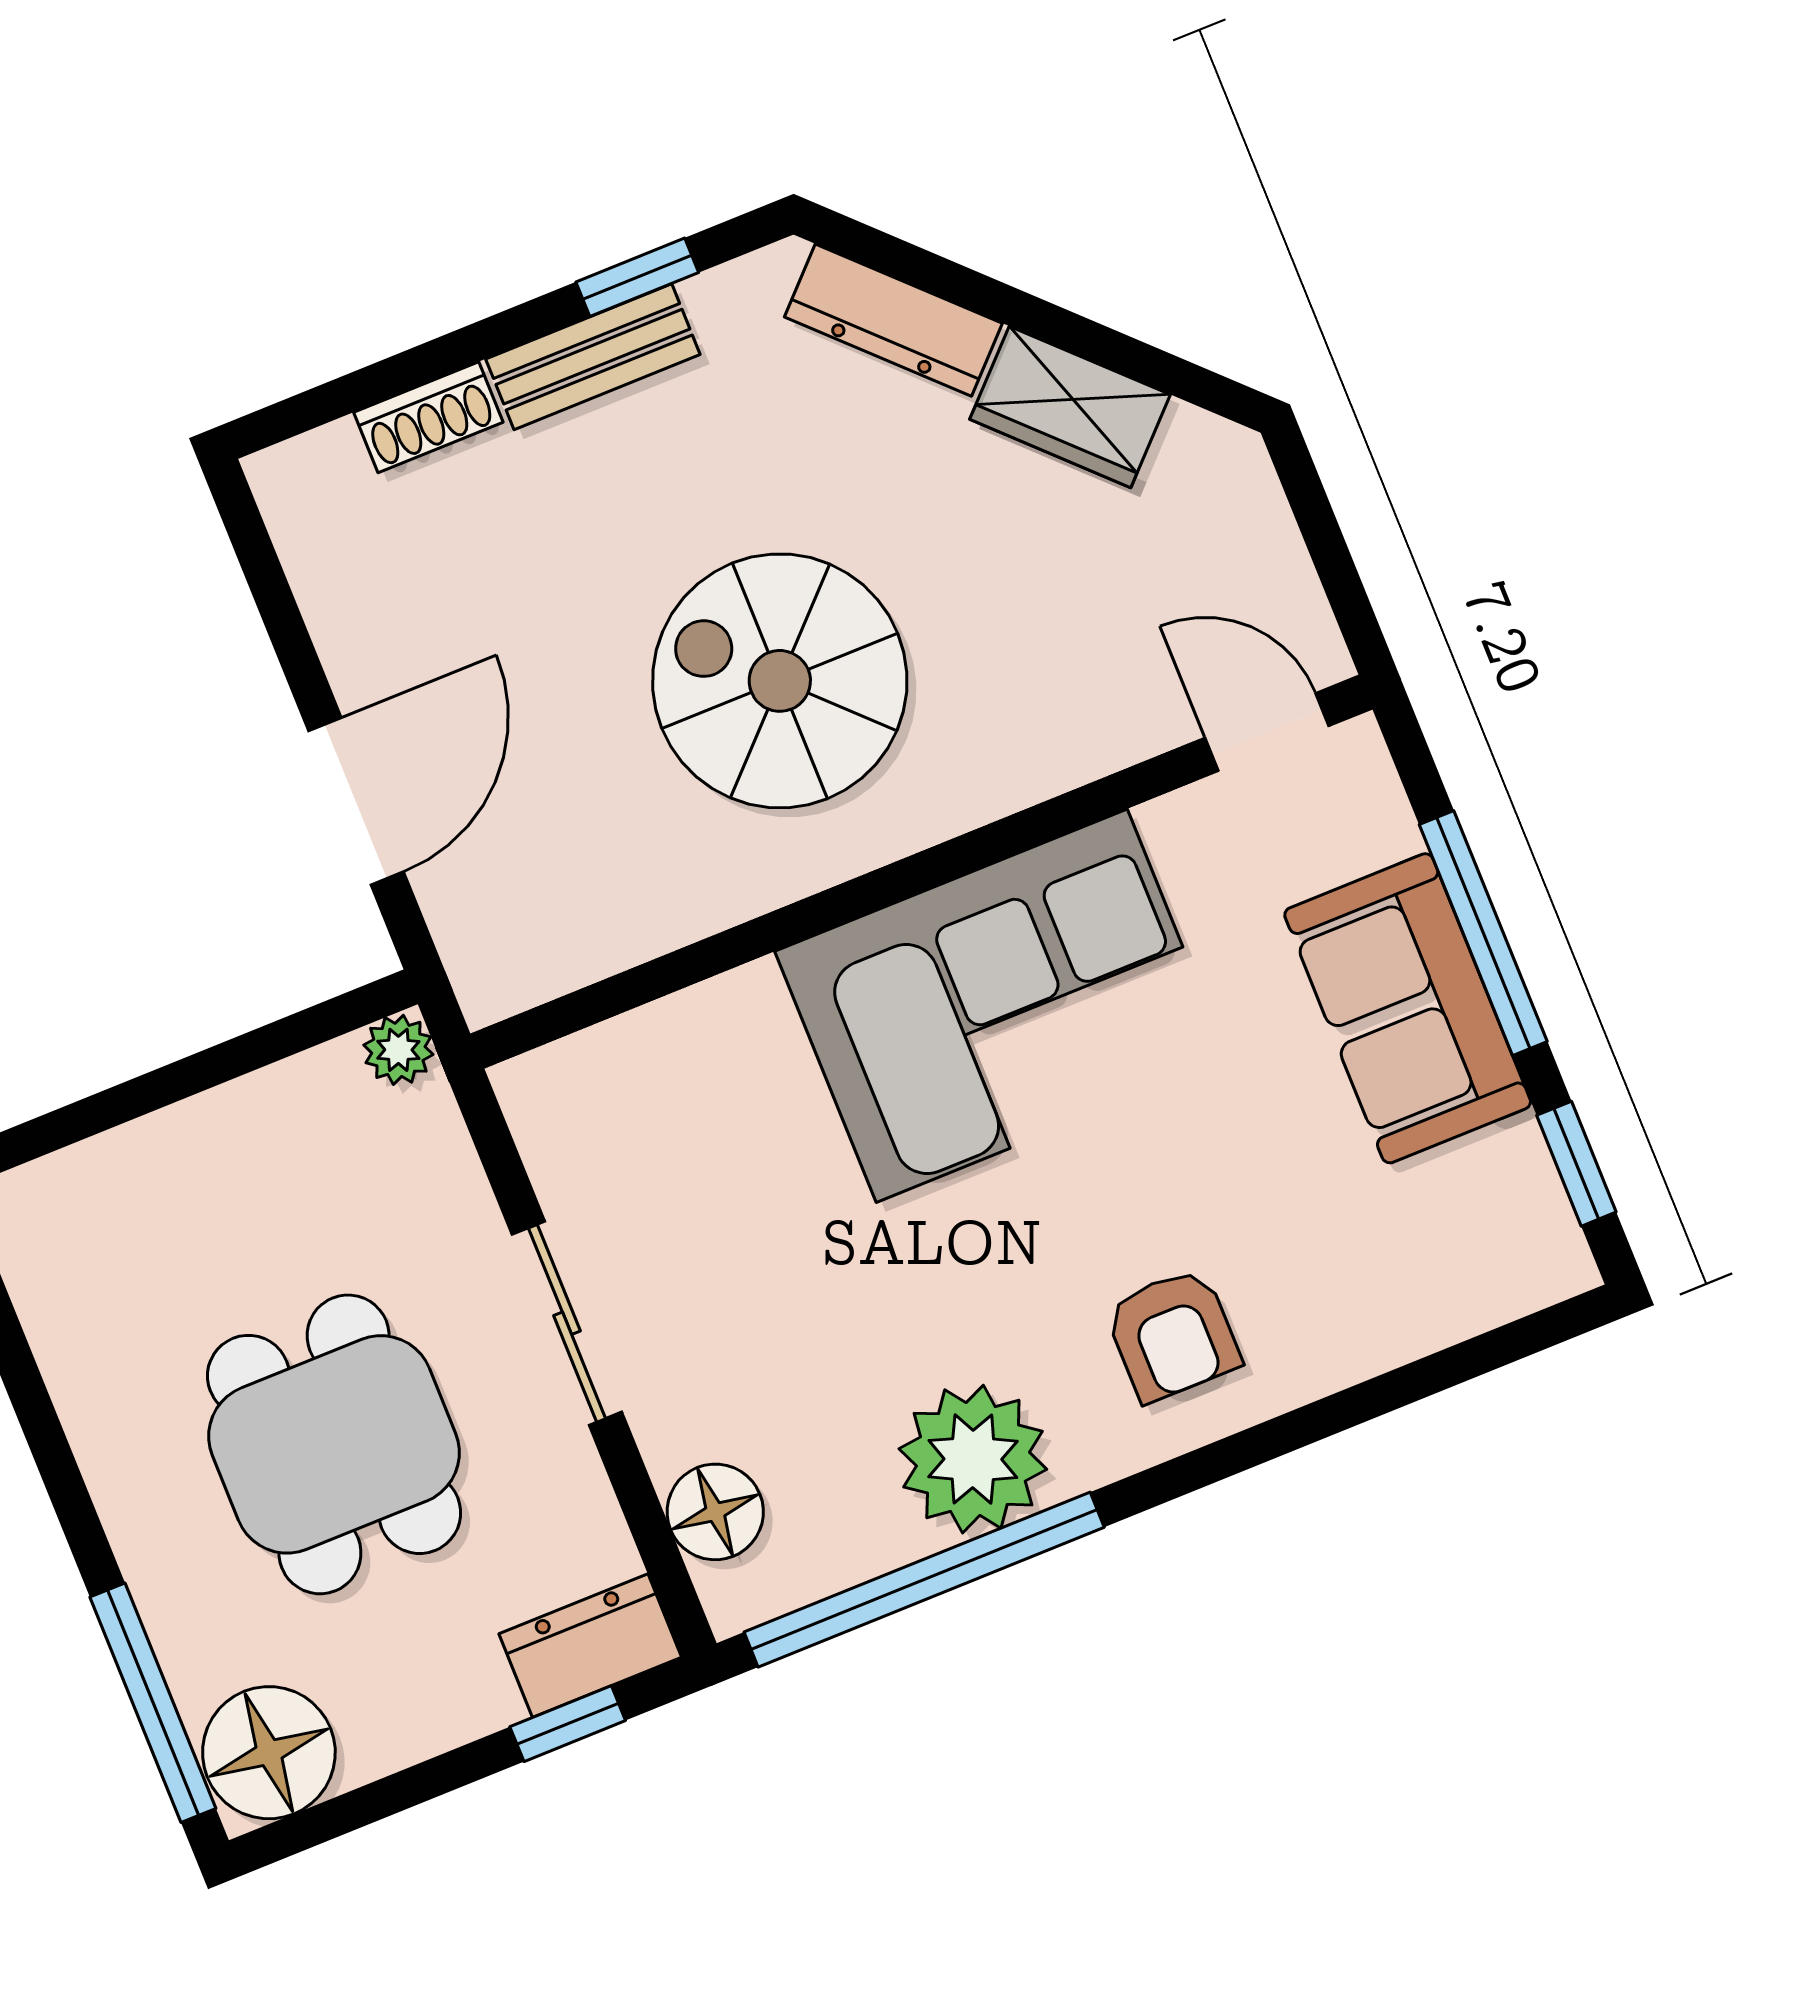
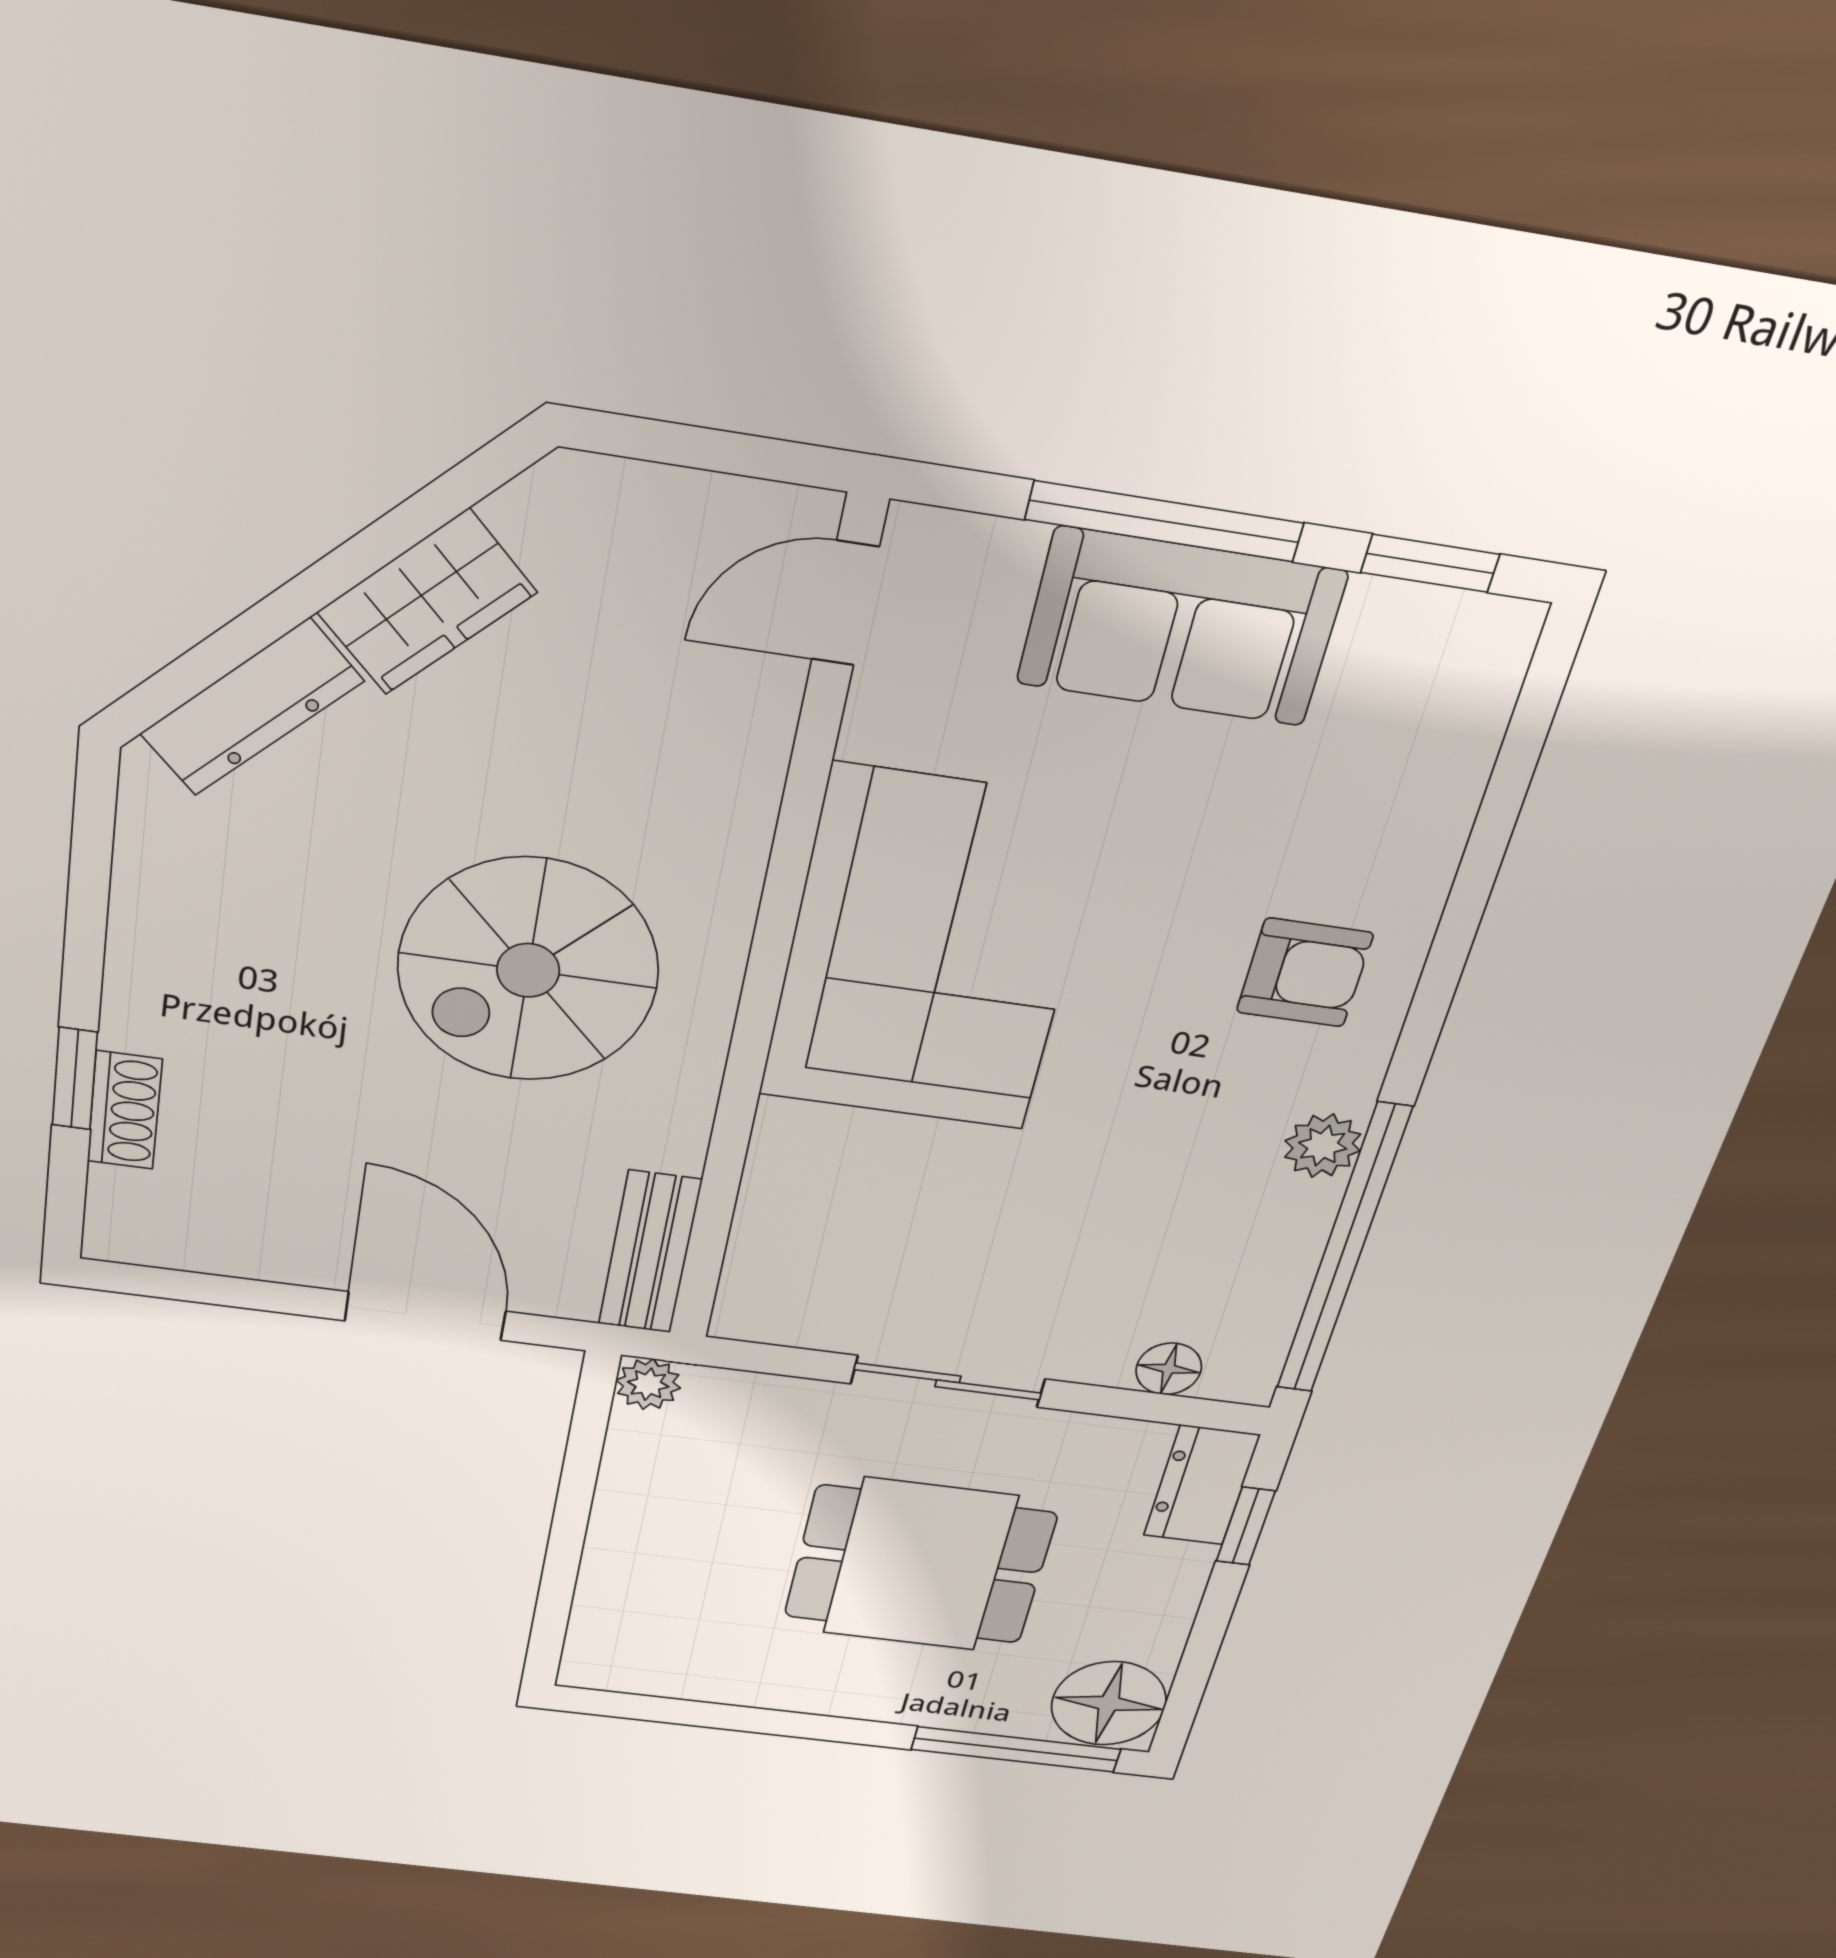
window: (637, 277) -> (75, 1079), moved
bench: (593, 357) -> (650, 1252), moved
plant: (973, 1459) -> (1323, 1146), width x0.53, depth x0.53
floor lamp: (715, 1512) -> (1169, 1369), width x0.73, depth x0.73

